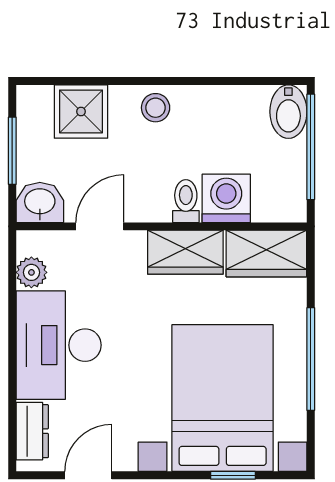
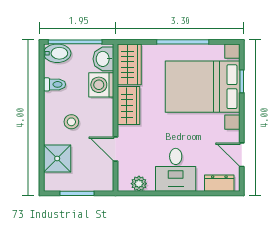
stool: (156, 108) -> (71, 122), moved
toilet: (186, 201) -> (54, 84), moved, turned 180
washbasin: (40, 202) -> (103, 59), moved
desk: (59, 345) -> (176, 170), width x0.73

